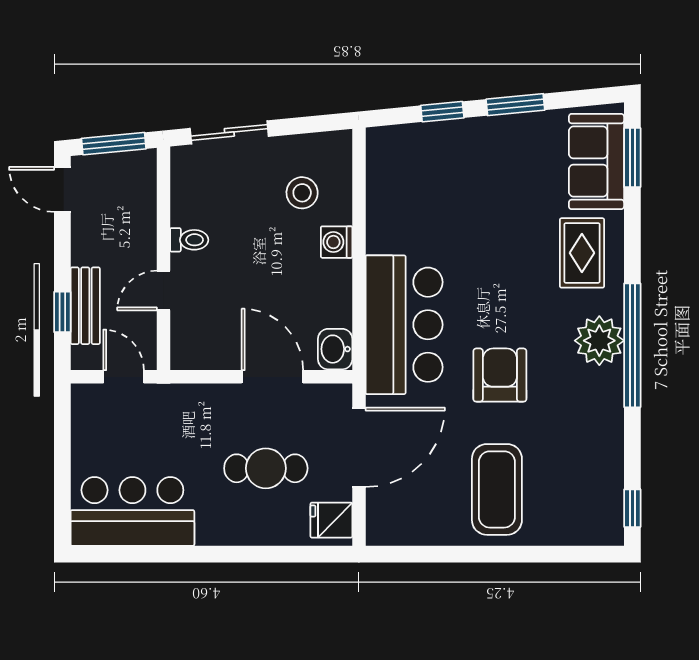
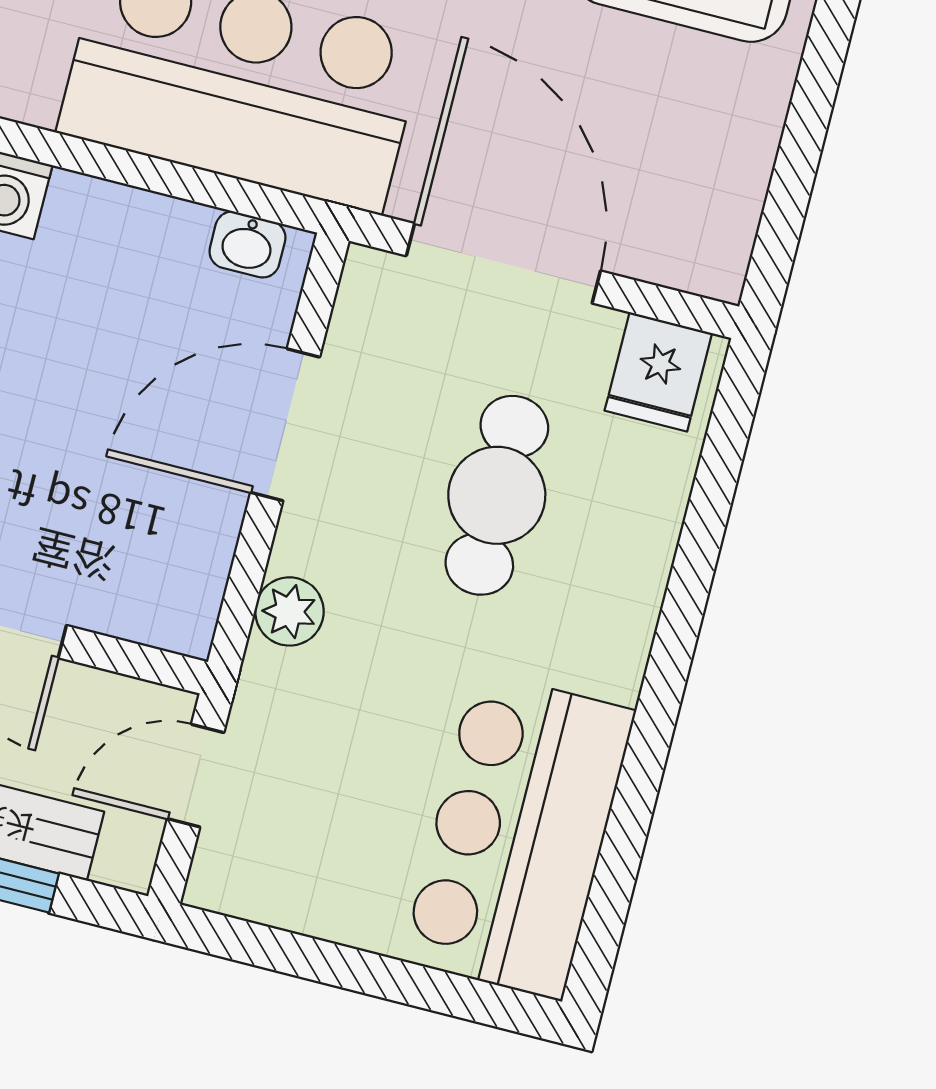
washbasin: (335, 349) -> (247, 244), width x0.72, depth x0.69
plant: (198, 397) -> (289, 611), added

